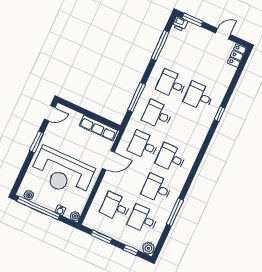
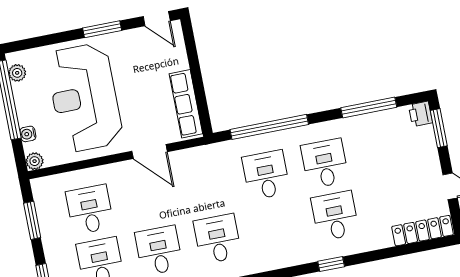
locker: (237, 56) -> (423, 231), width x1.53
window: (136, 97) -> (269, 127), width x1.46
desk: (143, 145) -> (207, 186), removed

